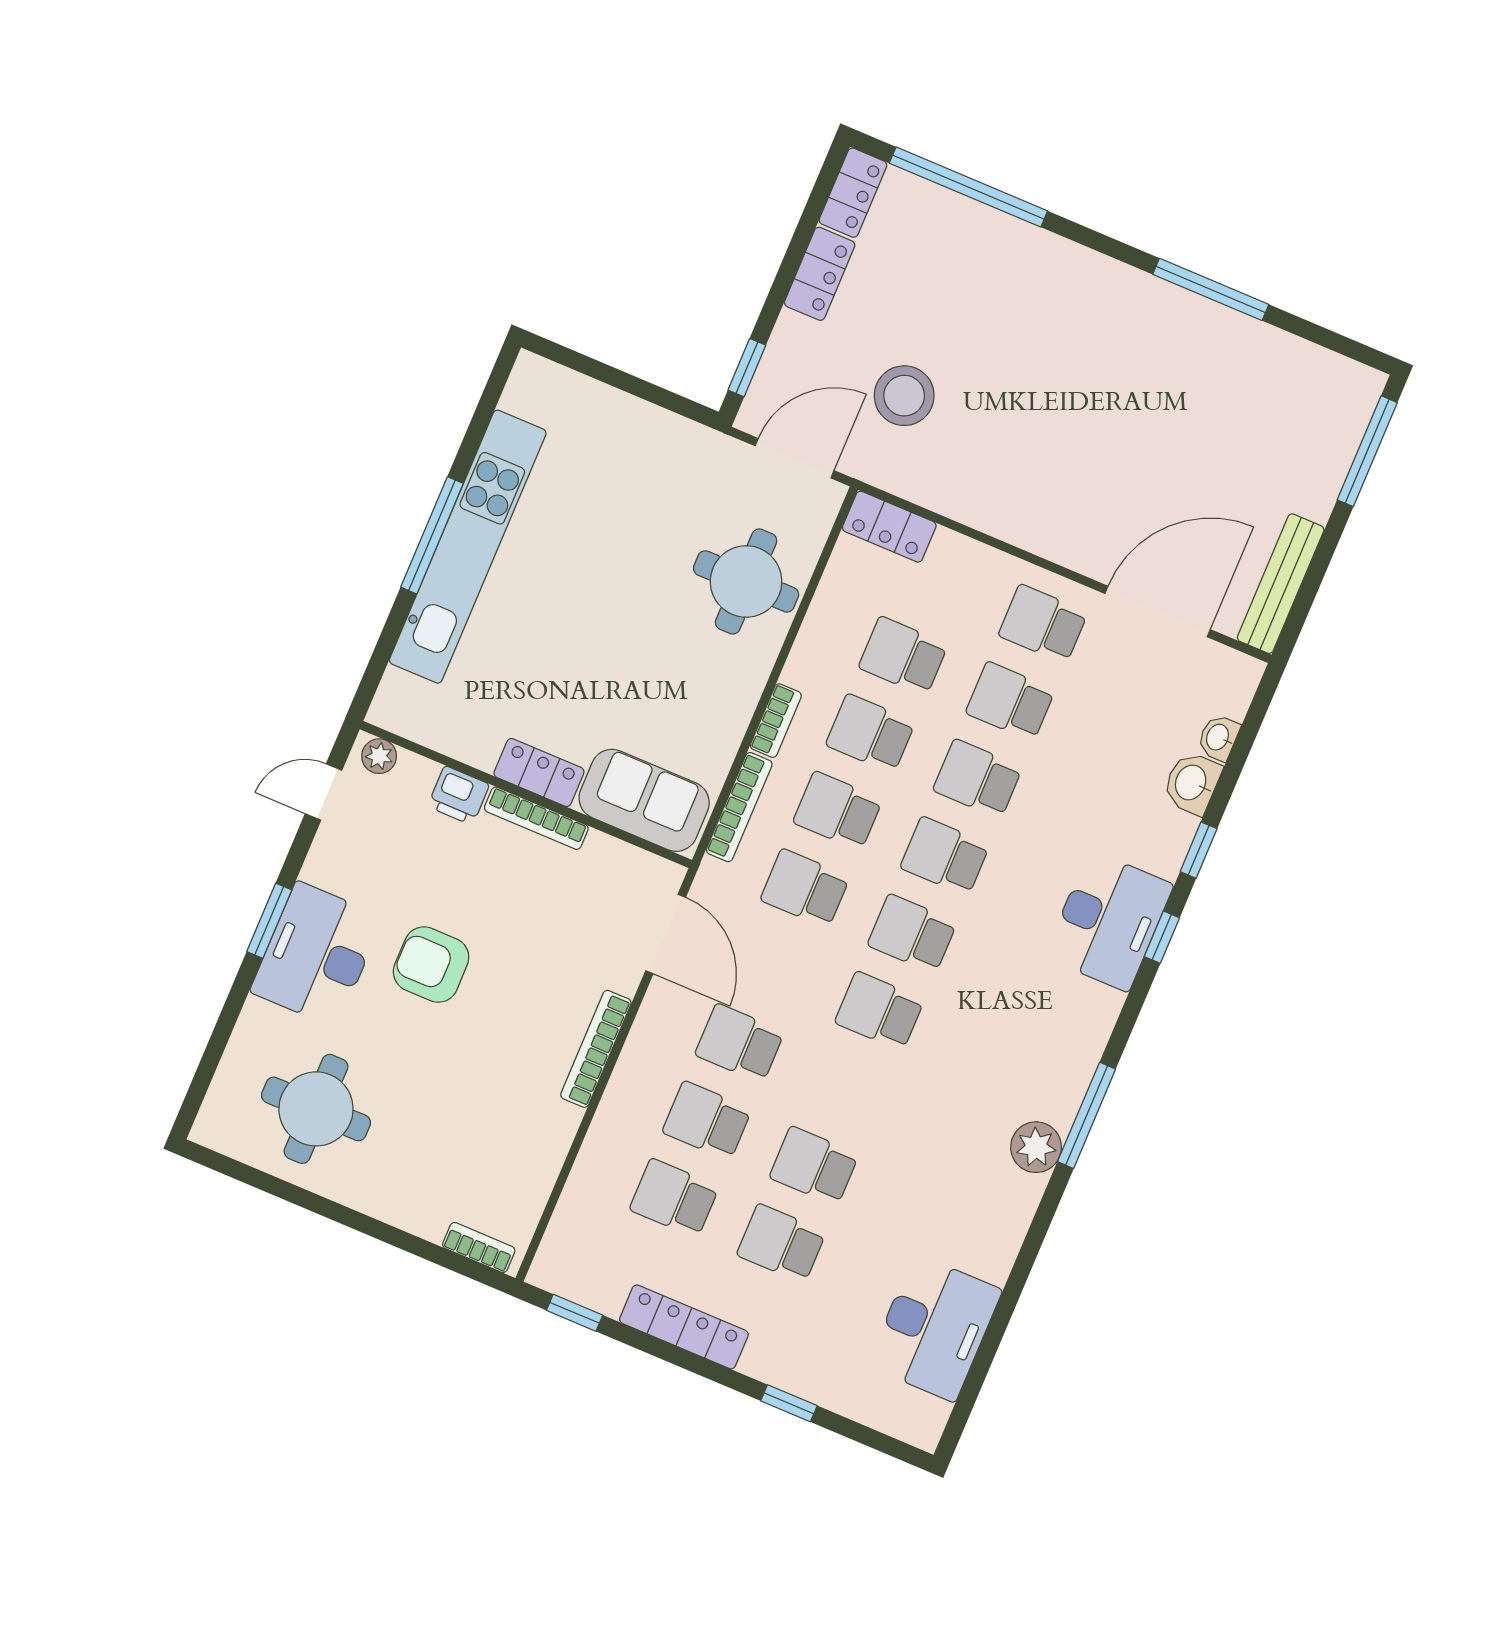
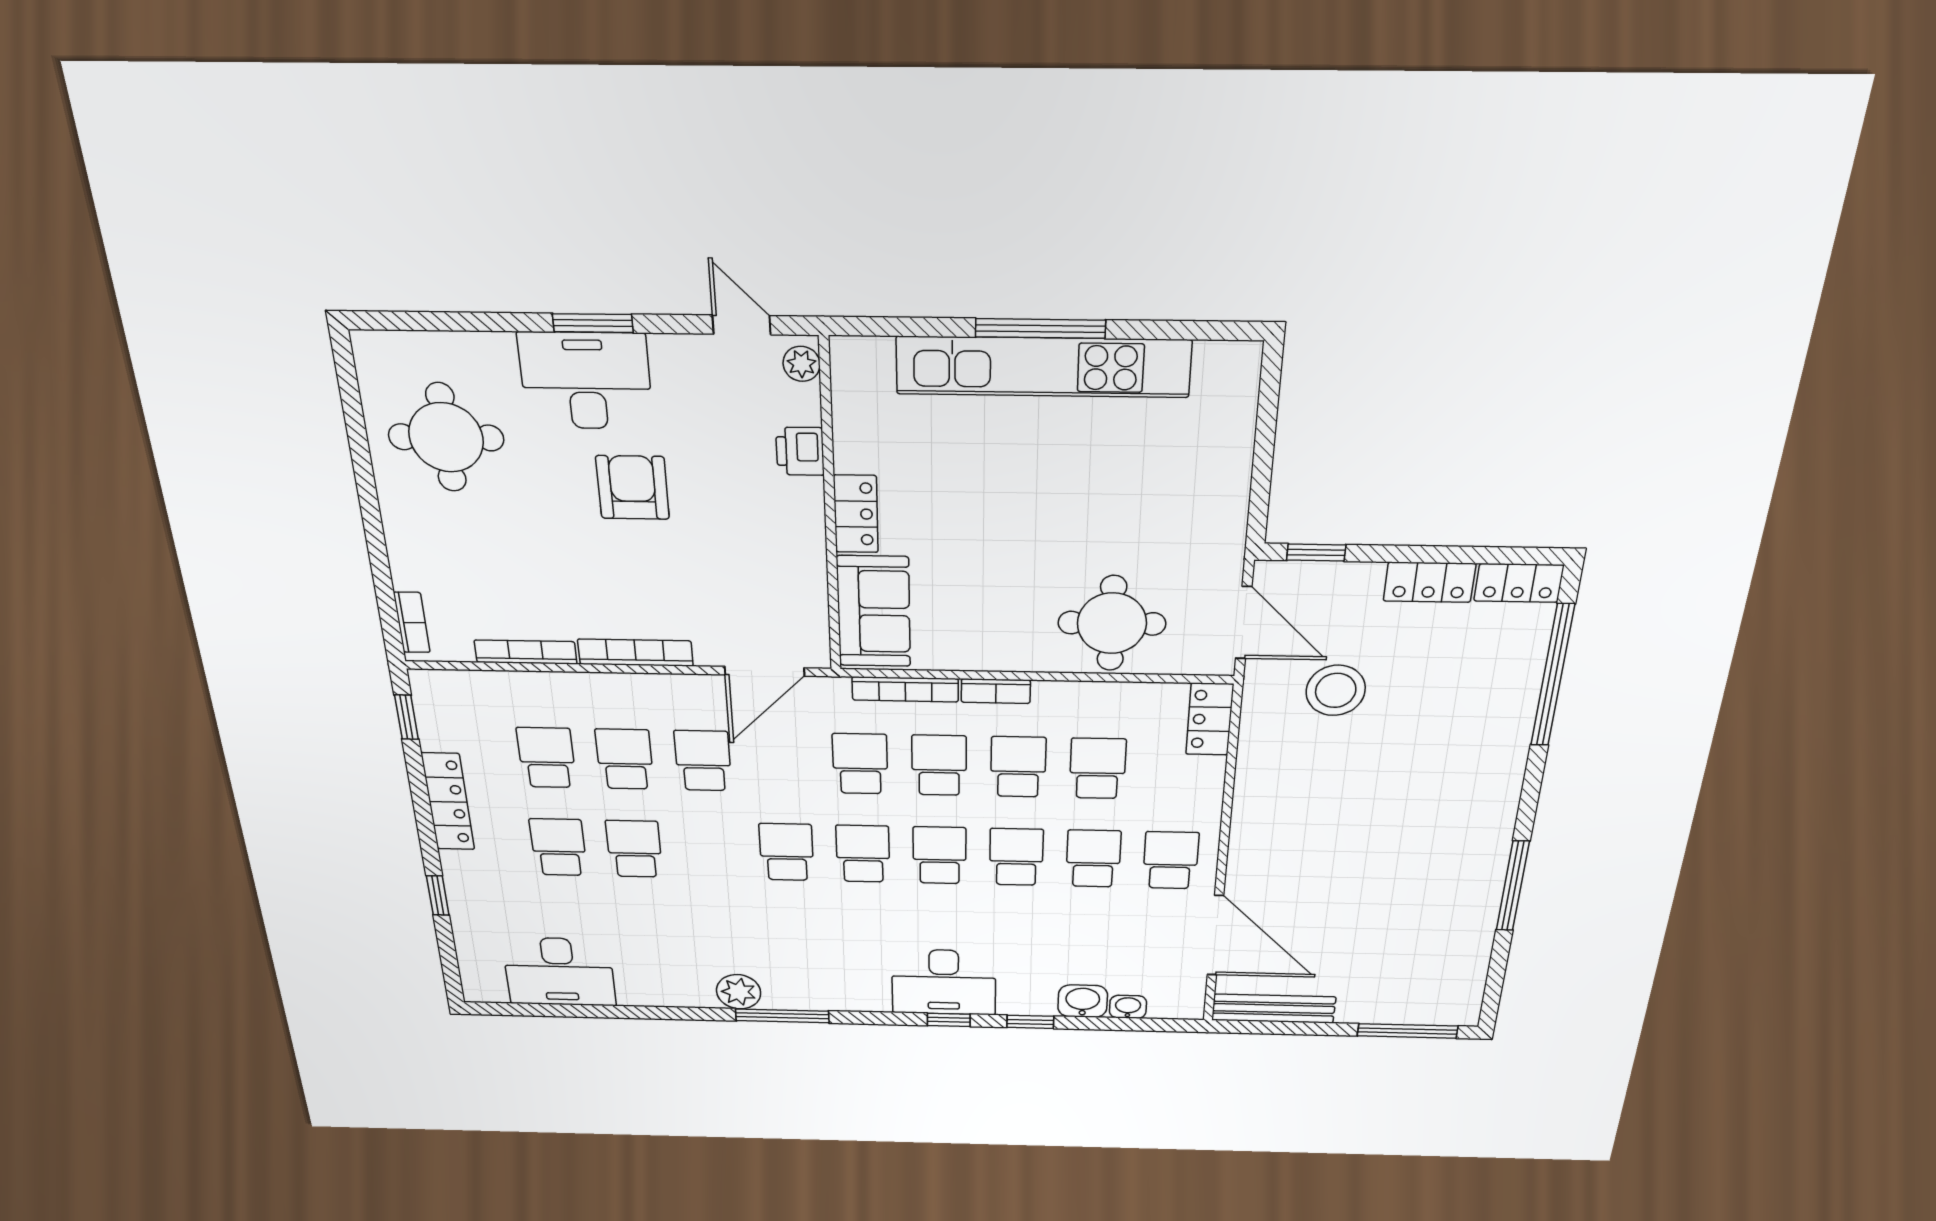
bookcase: (536, 818) -> (526, 652), moved, turned 90

